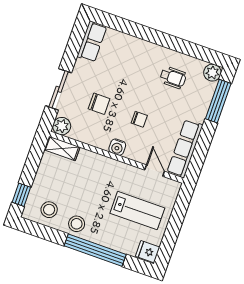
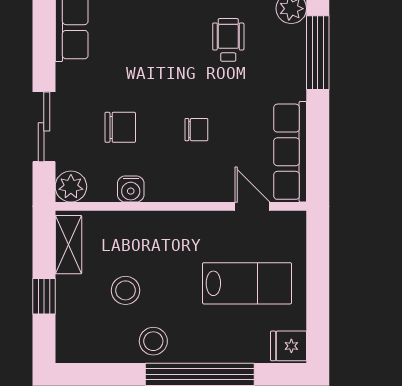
wheelchair: (173, 78) -> (228, 40), turned -90
water cooler: (117, 147) -> (131, 189), moved
shelving: (62, 148) -> (68, 245), moved, turned 90
window: (21, 195) -> (44, 296), moved
stool: (49, 210) -> (126, 290), moved

